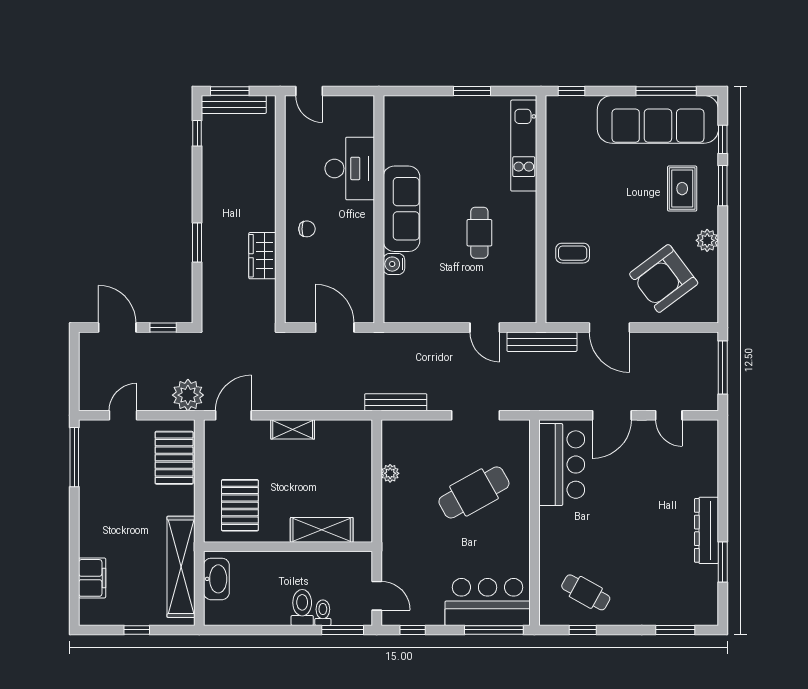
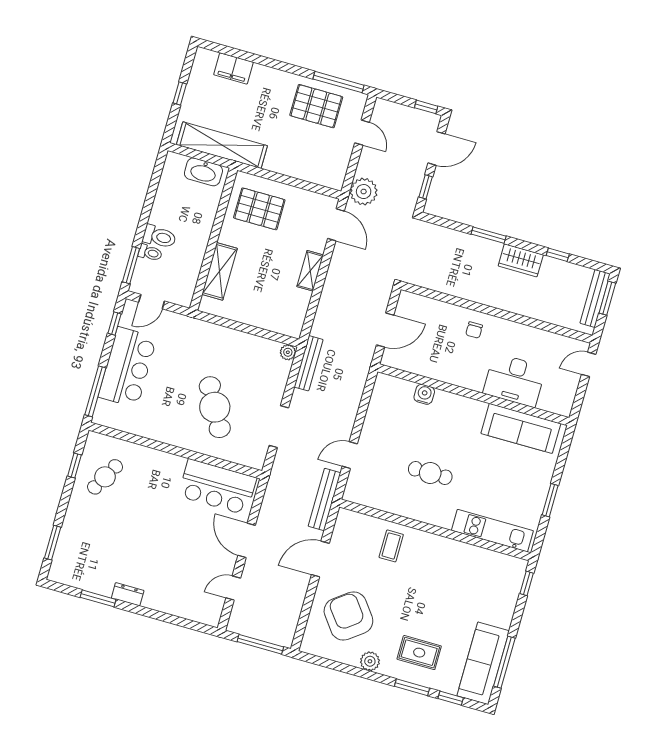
sofa: (658, 119) -> (483, 663), width x0.74, depth x0.79
window: (197, 133) -> (558, 255), moved
sofa: (401, 209) -> (521, 428), moved
wardrobe: (262, 256) -> (521, 260), moved, turned 180
window: (74, 352) -> (426, 107), added
pallet: (174, 458) -> (316, 106), moved
plant: (390, 473) -> (288, 352), moved
dresser: (707, 530) -> (128, 594), width x0.51, depth x0.80
bar counter: (488, 602) -> (127, 367), moved

